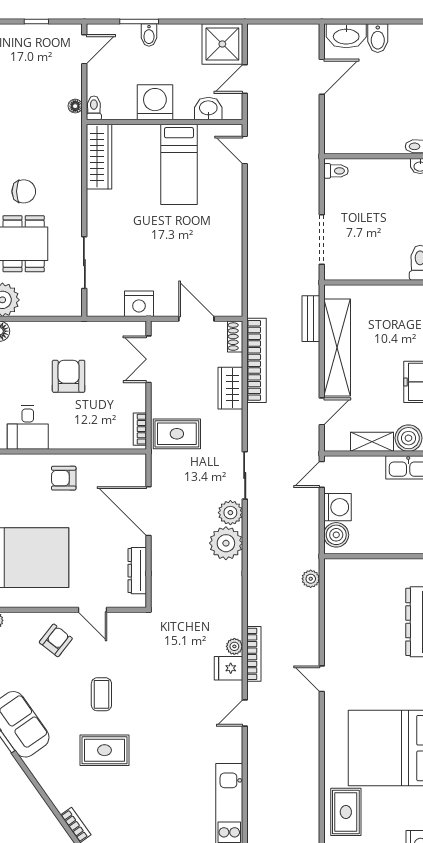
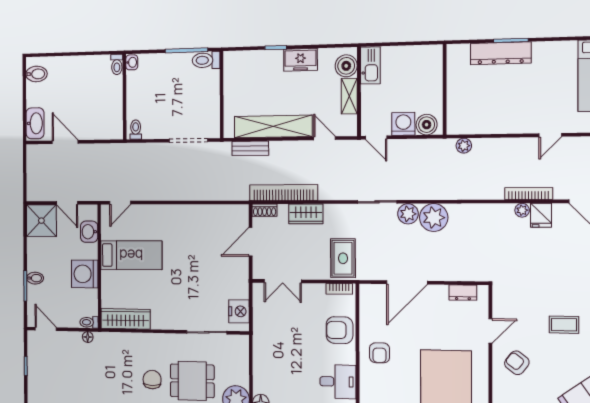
bidet: (378, 38) -> (36, 74), moved
nightstand: (139, 304) -> (239, 311), moved
armchair: (69, 376) -> (340, 330), moved
dresser: (137, 571) -> (463, 293), width x0.70

